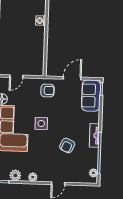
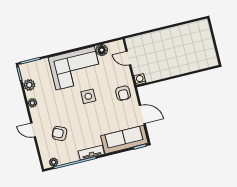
washing machine: (41, 21) -> (140, 79), moved
sofa: (91, 96) -> (124, 140), width x1.36
armchair: (67, 145) -> (60, 133), moved

